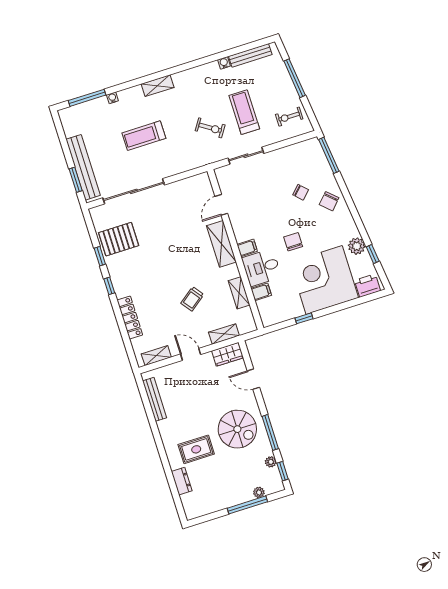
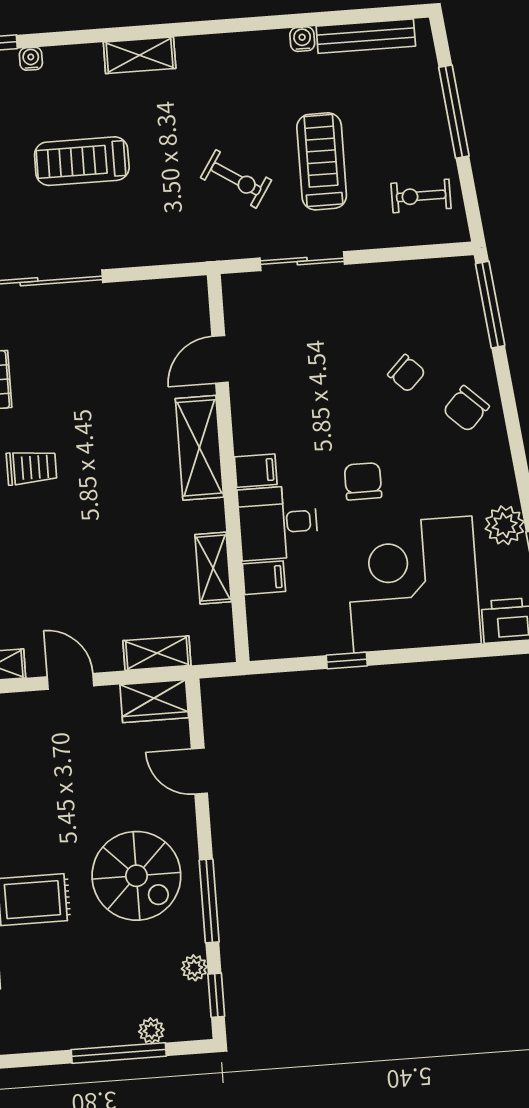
trolley: (192, 299) -> (32, 468), moved, turned -143

